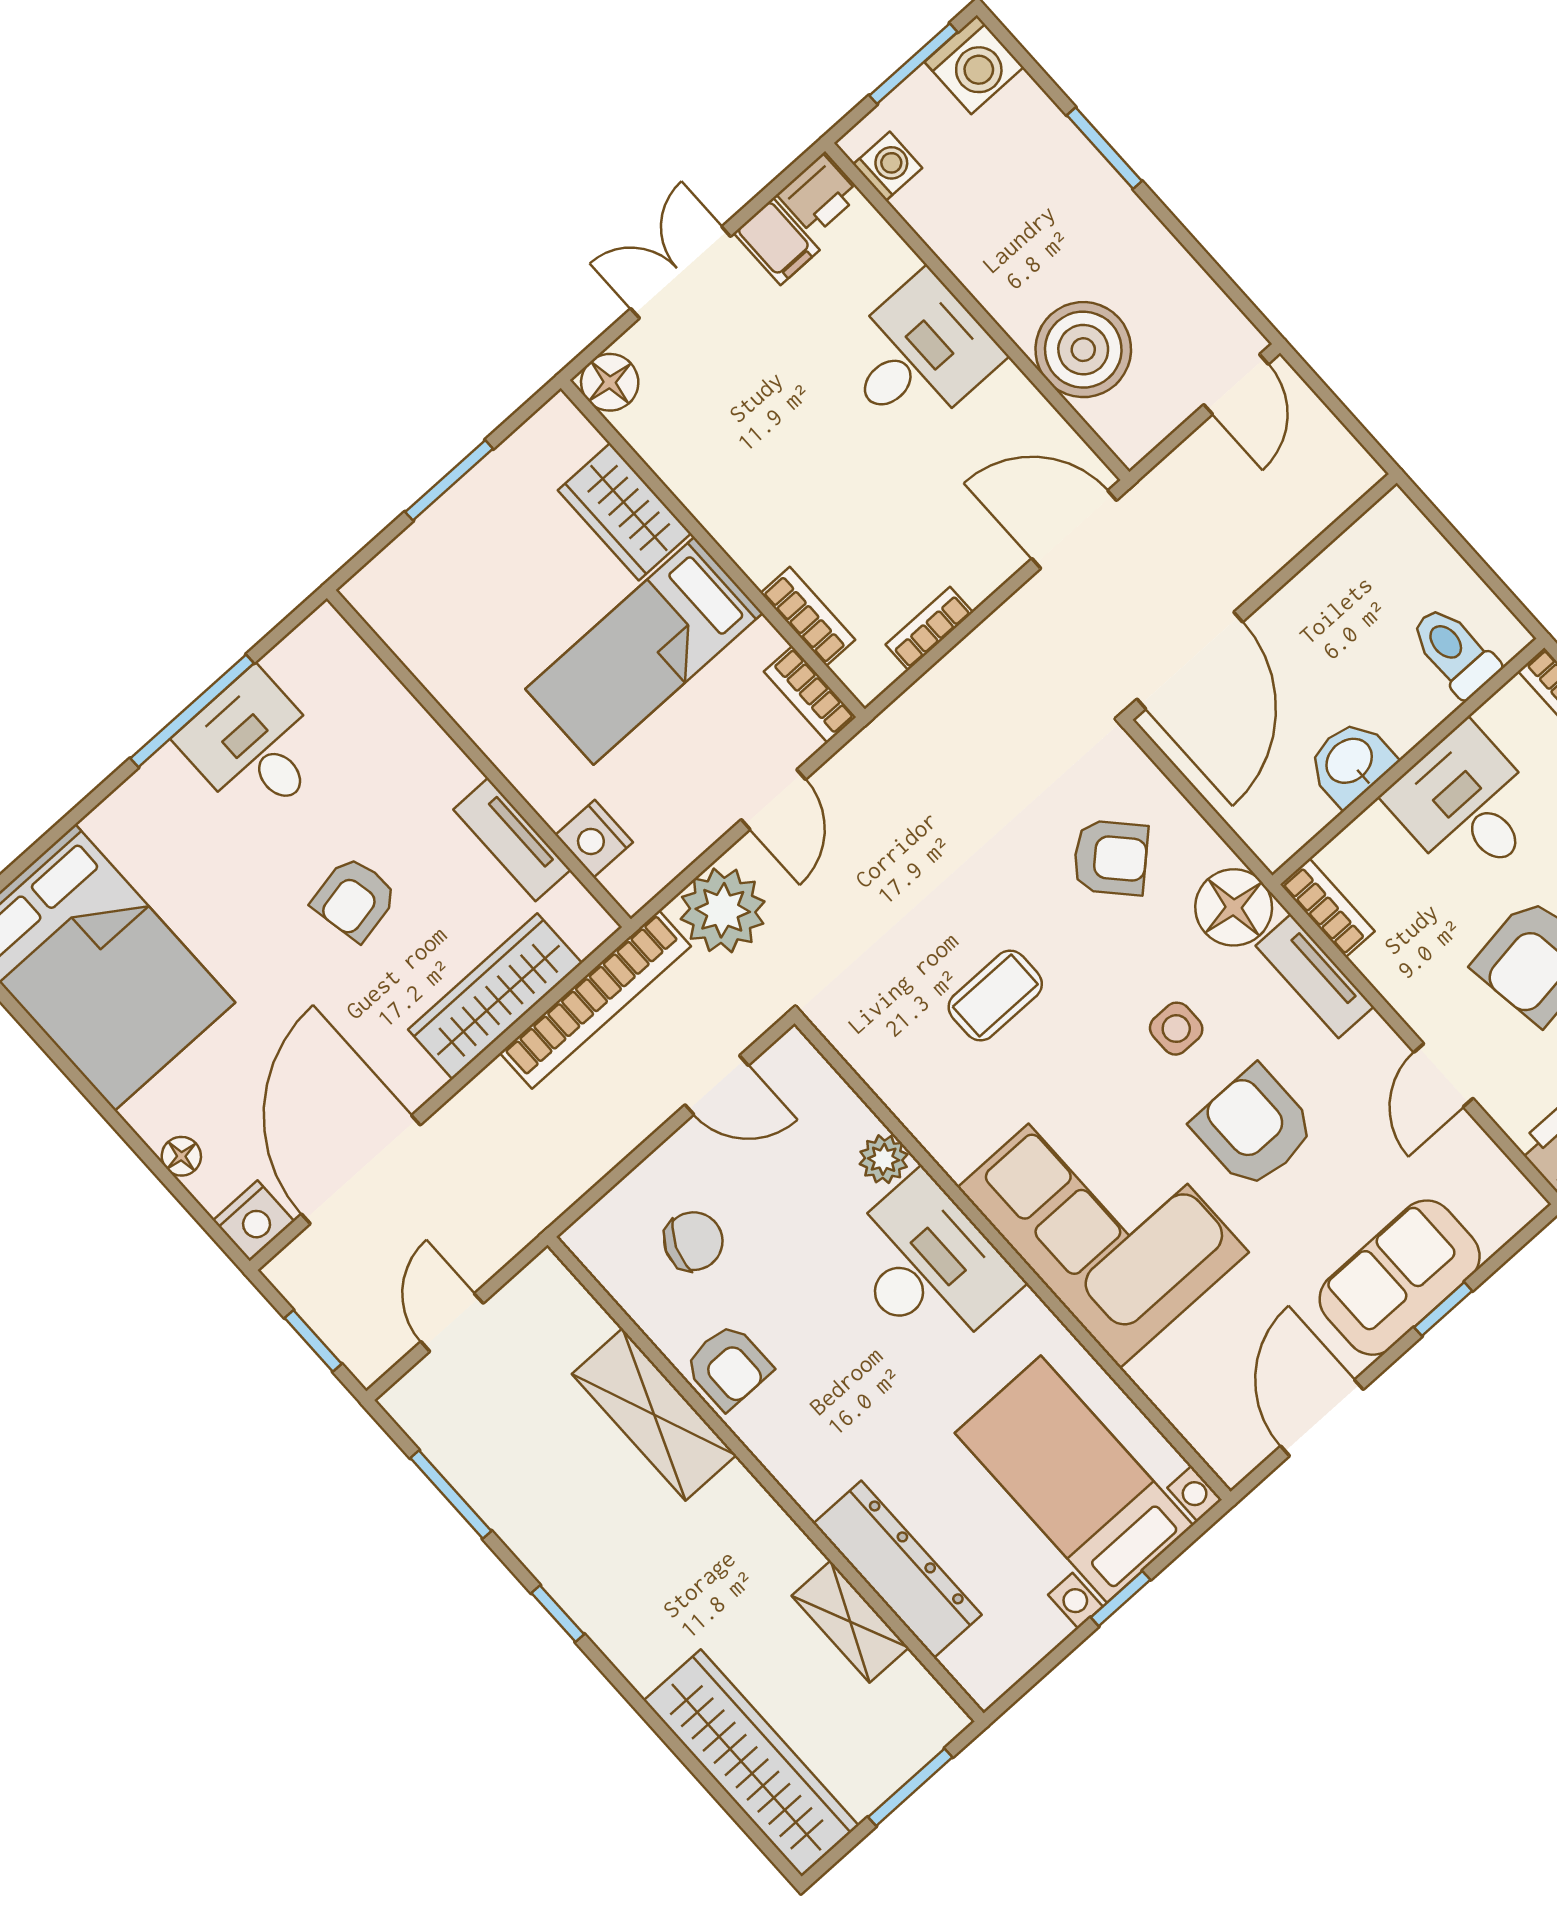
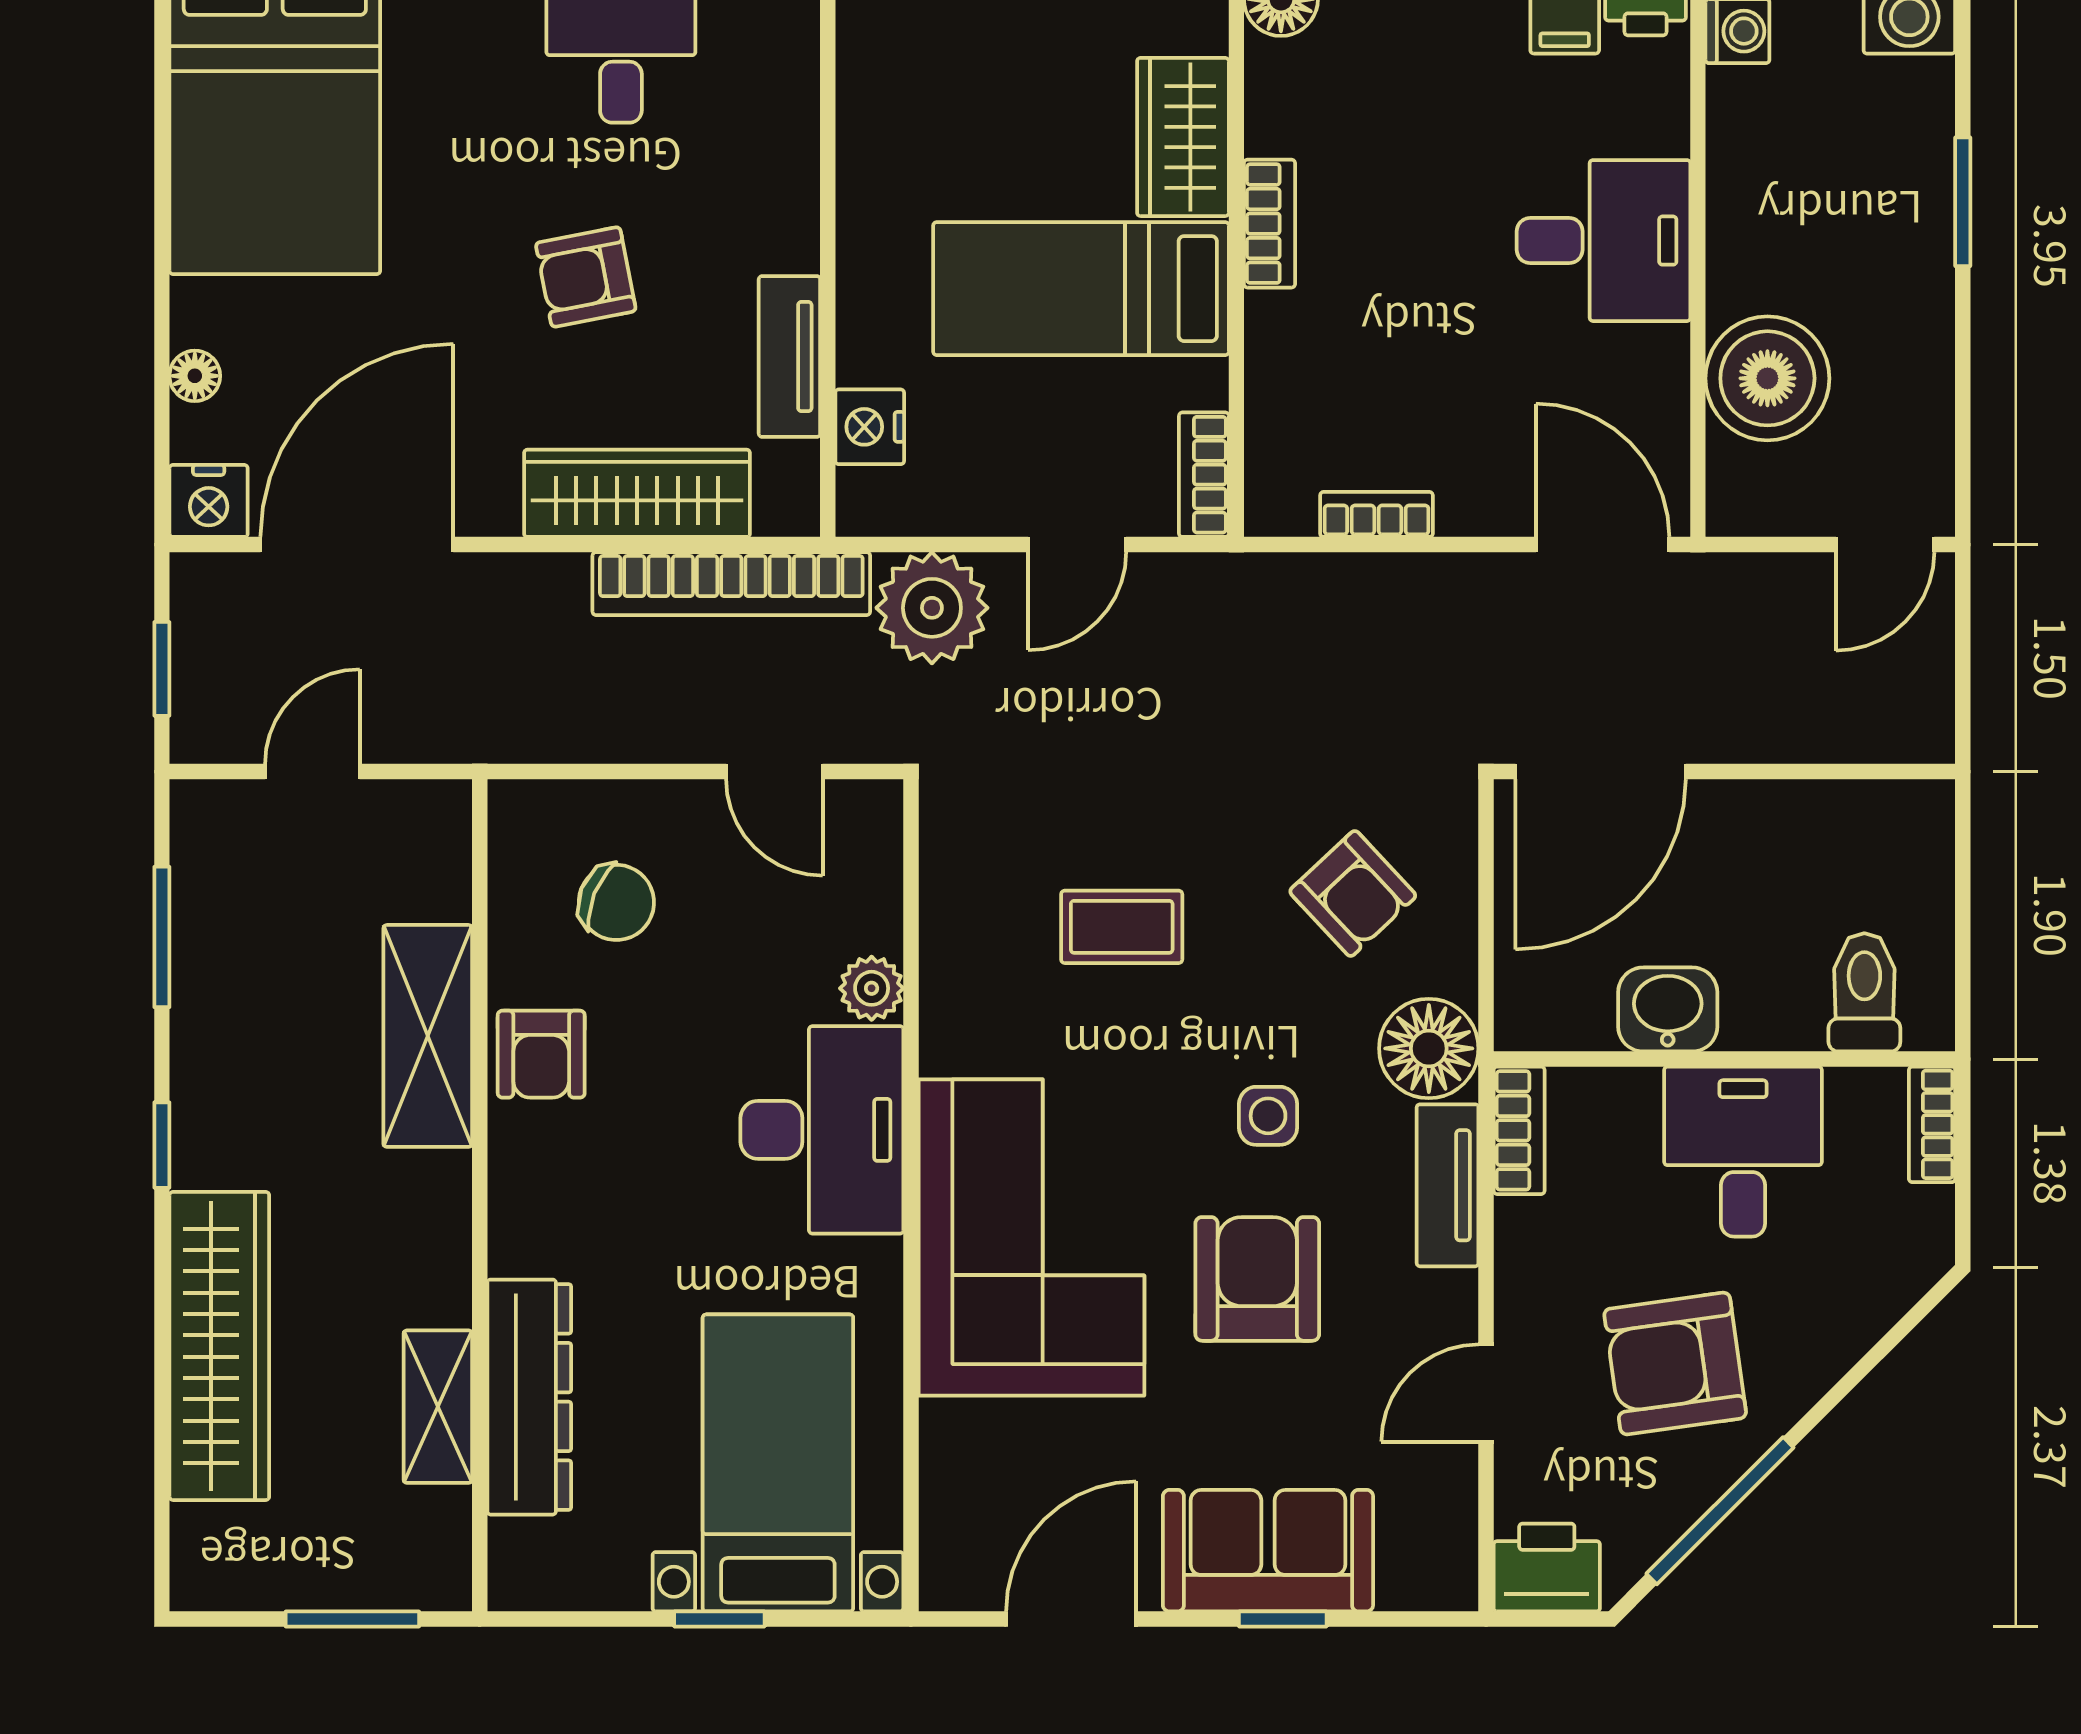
bookcase: (808, 616) -> (1269, 224), moved
wardrobe: (751, 1763) -> (219, 1346), moved

